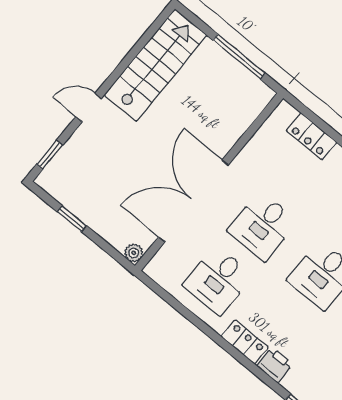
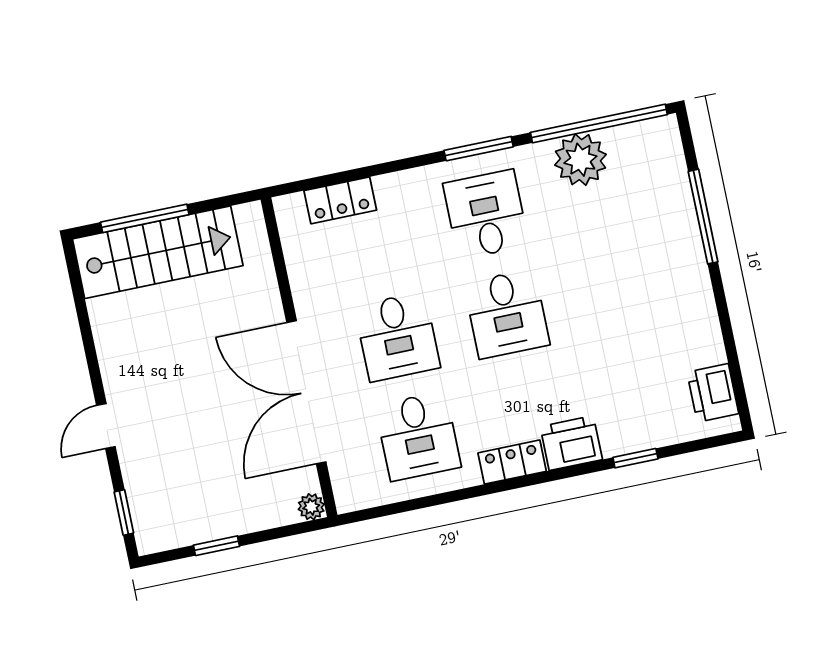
window: (239, 57) -> (145, 218), moved
stairs: (156, 65) -> (158, 252), moved, turned 90
printer: (275, 365) -> (571, 443), width x1.36, depth x1.24

